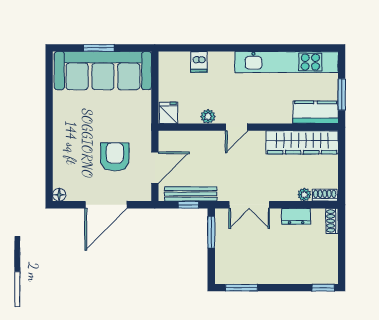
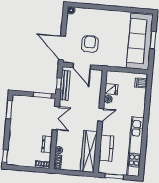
dishwasher: (199, 62) -> (141, 83), moved
kitchen counter: (316, 112) -> (106, 148), moved
fridge: (169, 113) -> (111, 89), moved
door: (237, 127) -> (101, 115), swing flipped
armchair: (115, 157) -> (90, 44), turned -90
door: (106, 205) -> (62, 48), moved
double door: (249, 205) -> (56, 118), swing flipped

